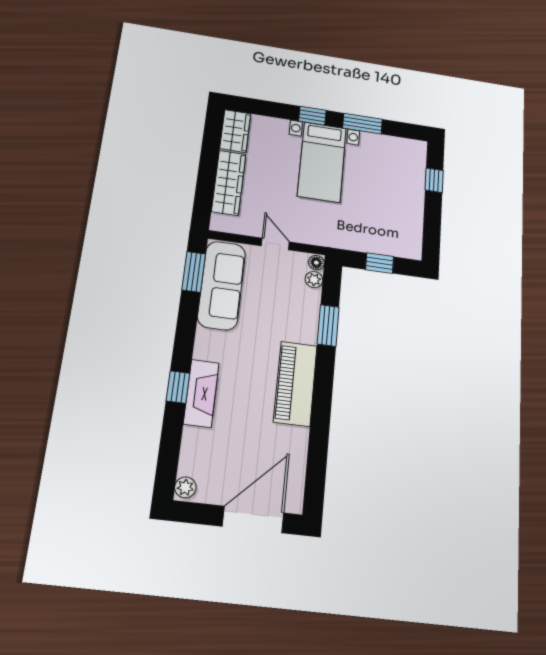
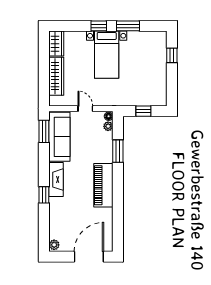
fireplace: (201, 393) -> (56, 180), moved

